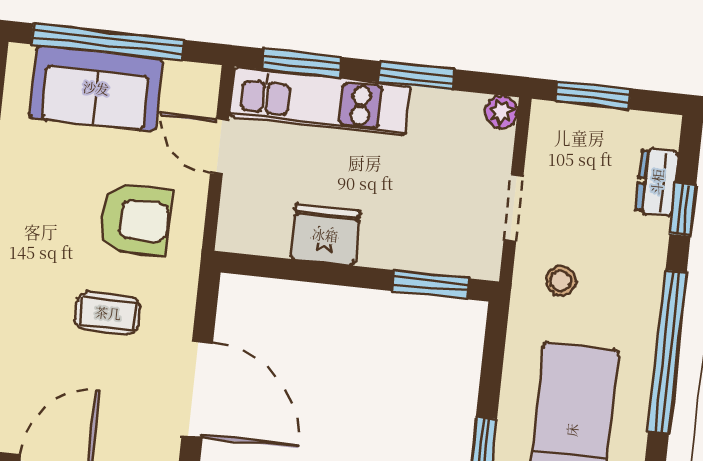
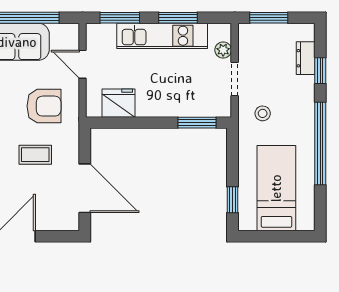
kitchen unit: (320, 101) -> (162, 36), moved
plant: (501, 112) -> (223, 50), moved
fridge: (325, 235) -> (119, 103), moved

